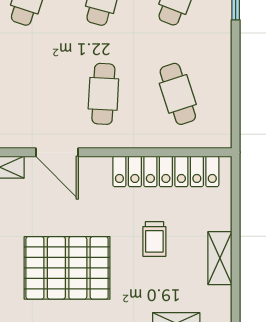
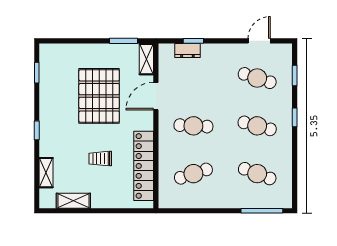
shelving: (220, 258) -> (73, 201), moved
pallet: (67, 268) -> (99, 96), moved

